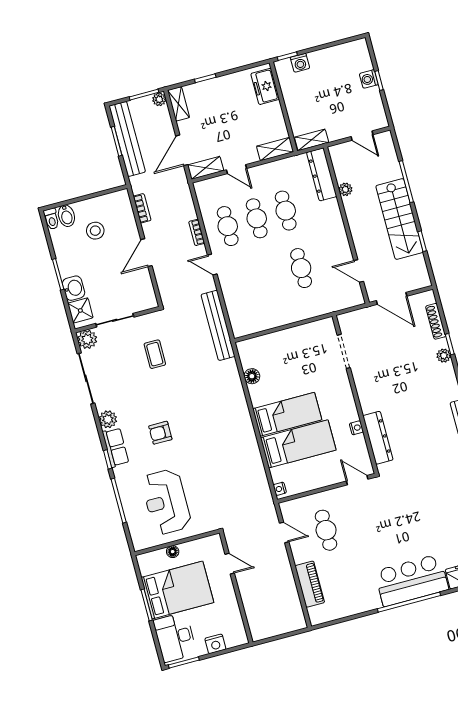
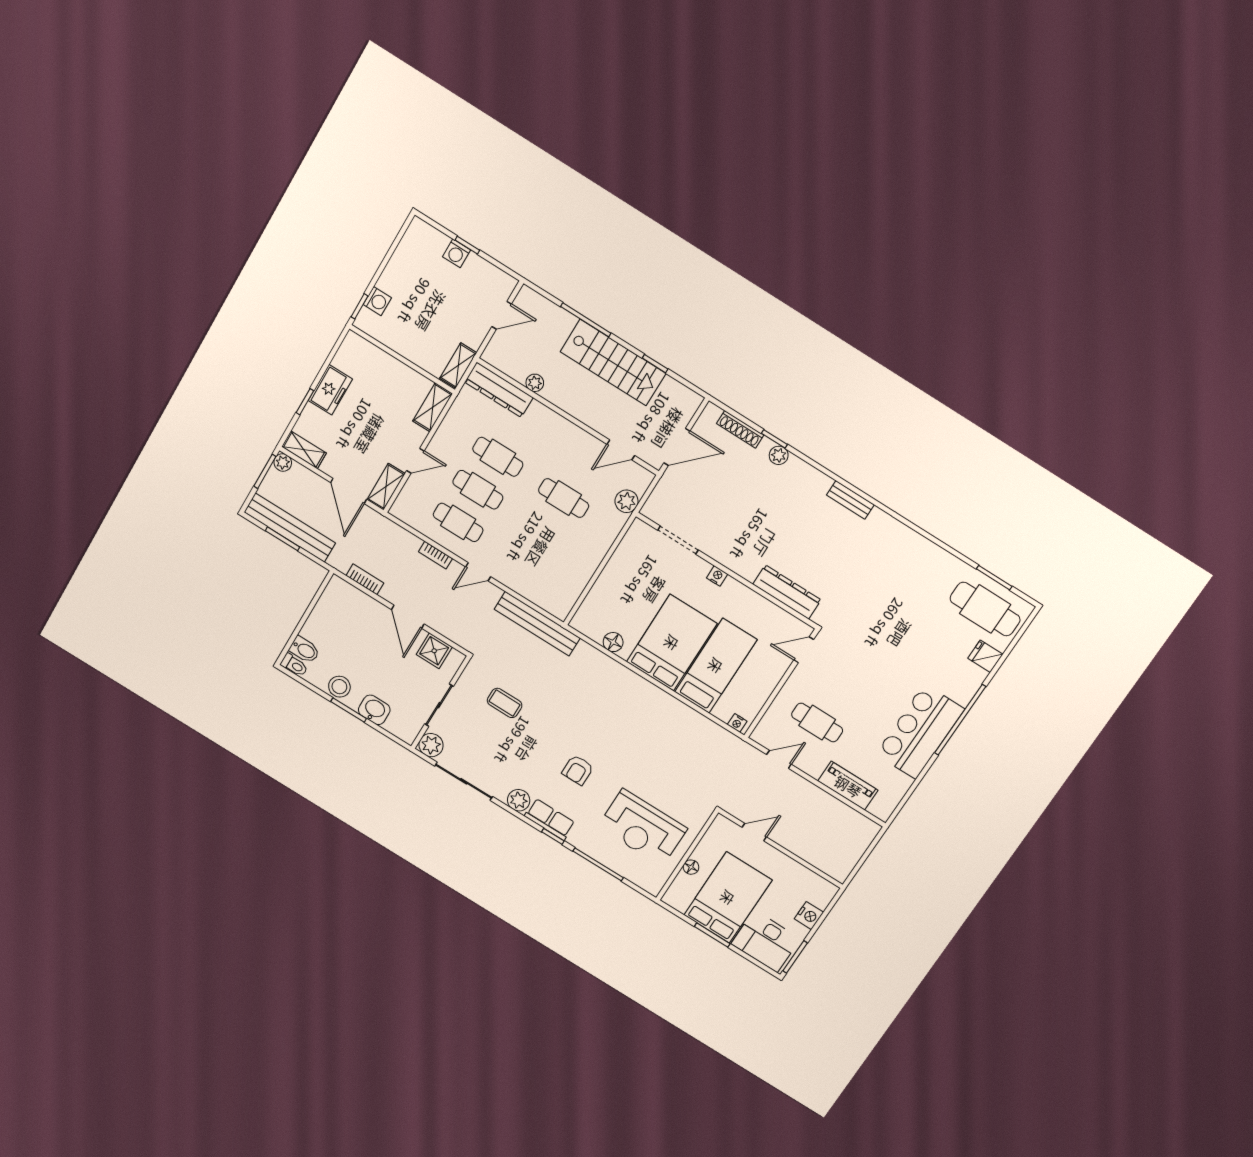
freezer: (265, 86) -> (330, 390), moved, turned -90
stool: (95, 231) -> (339, 687), moved
plant: (335, 303) -> (627, 501), added
shower: (80, 310) -> (434, 651), moved
bed: (287, 414) -> (672, 643), width x1.50
nightstand: (356, 428) -> (717, 576), moved
bar counter: (411, 580) -> (920, 732), moved

